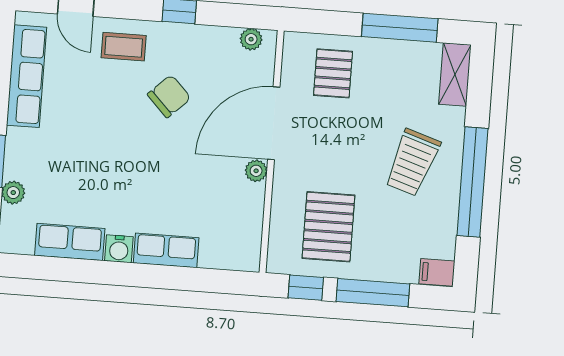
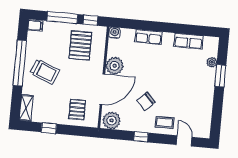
window: (400, 28) -> (49, 128), width x0.46
plant: (251, 39) -> (112, 120), width x1.87, depth x1.87
row of seats: (27, 76) -> (205, 111), removed
trolley: (412, 162) -> (45, 72), turned 94
plant: (256, 171) -> (115, 66), width x1.87, depth x1.87
water cooler: (119, 249) -> (115, 33), moved

